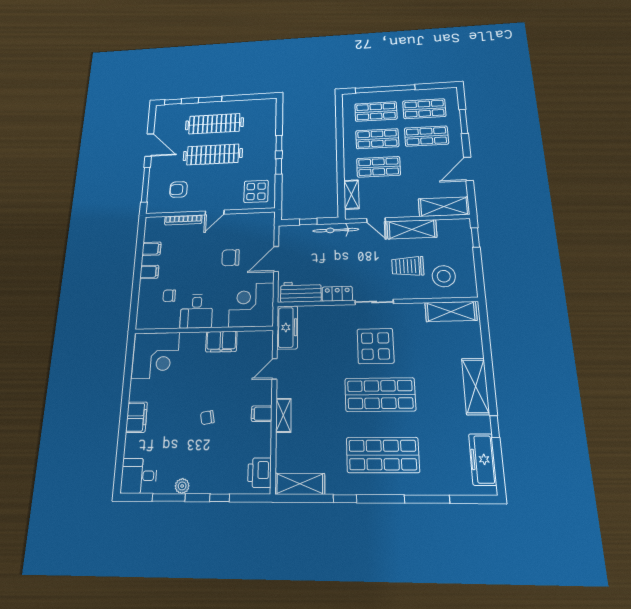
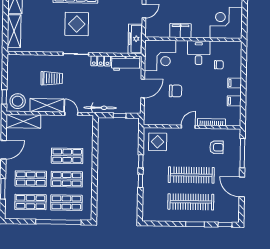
shelving: (351, 195) -> (88, 135), removed
stool: (444, 276) -> (18, 101), moved
shelving: (451, 312) -> (14, 31), moved, turned 90

